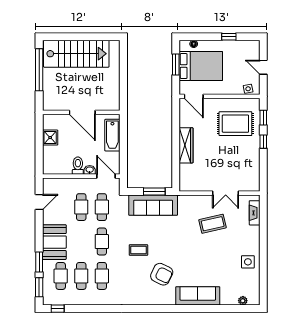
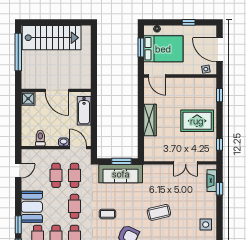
door: (263, 67) -> (220, 50), width x1.87
rug: (235, 124) -> (197, 121), moved
shower: (50, 138) -> (28, 99), moved
window: (263, 142) -> (220, 144), moved
toilet: (78, 166) -> (40, 138), moved
window: (263, 222) -> (220, 189), added
coffee table: (213, 224) -> (159, 212), moved

